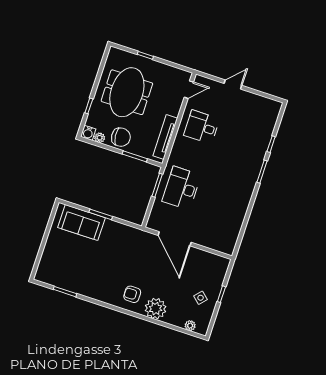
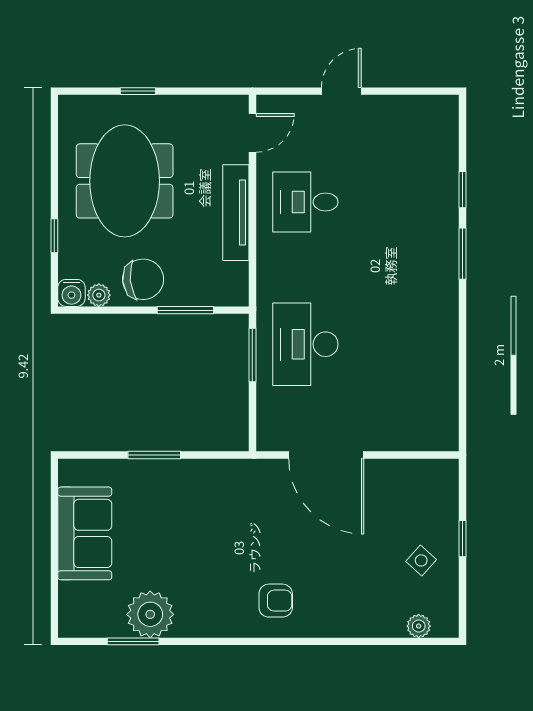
tv unit: (165, 137) -> (236, 213), moved
sofa: (82, 223) -> (85, 533), moved, turned -90
armchair: (132, 294) -> (276, 601), turned 180
plant: (156, 309) -> (150, 614), moved

